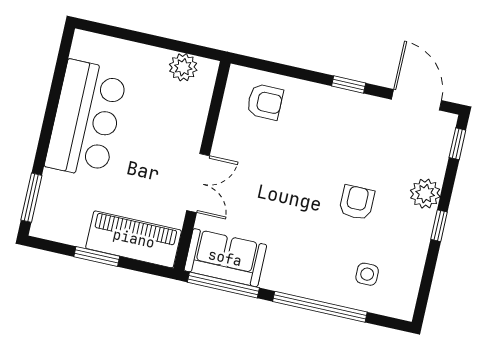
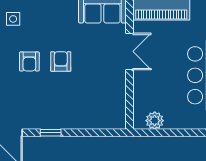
armchair: (265, 102) -> (61, 61), moved, turned 90
double door: (198, 183) -> (129, 51), swing flipped

